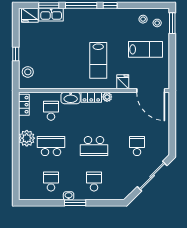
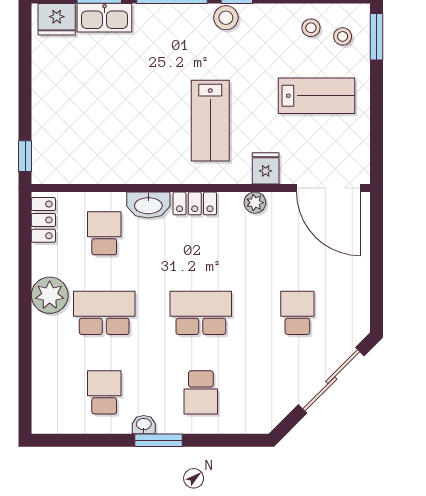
window: (16, 54) -> (25, 156), moved
stool: (28, 72) -> (226, 18), moved
plant: (107, 97) -> (255, 203), moved
school desk: (94, 146) -> (201, 313), turned 180
school desk: (94, 181) -> (201, 392), turned 180

